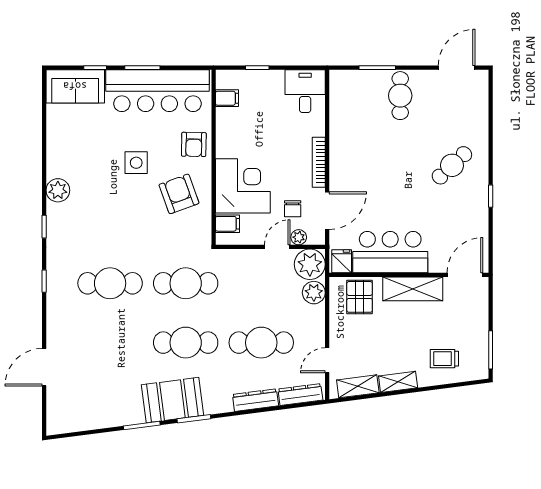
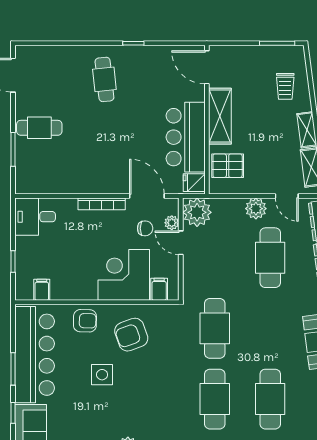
cafe table: (452, 165) -> (104, 79), turned 37
plant: (314, 293) -> (256, 209), moved
cafe table: (186, 343) -> (270, 399), moved

